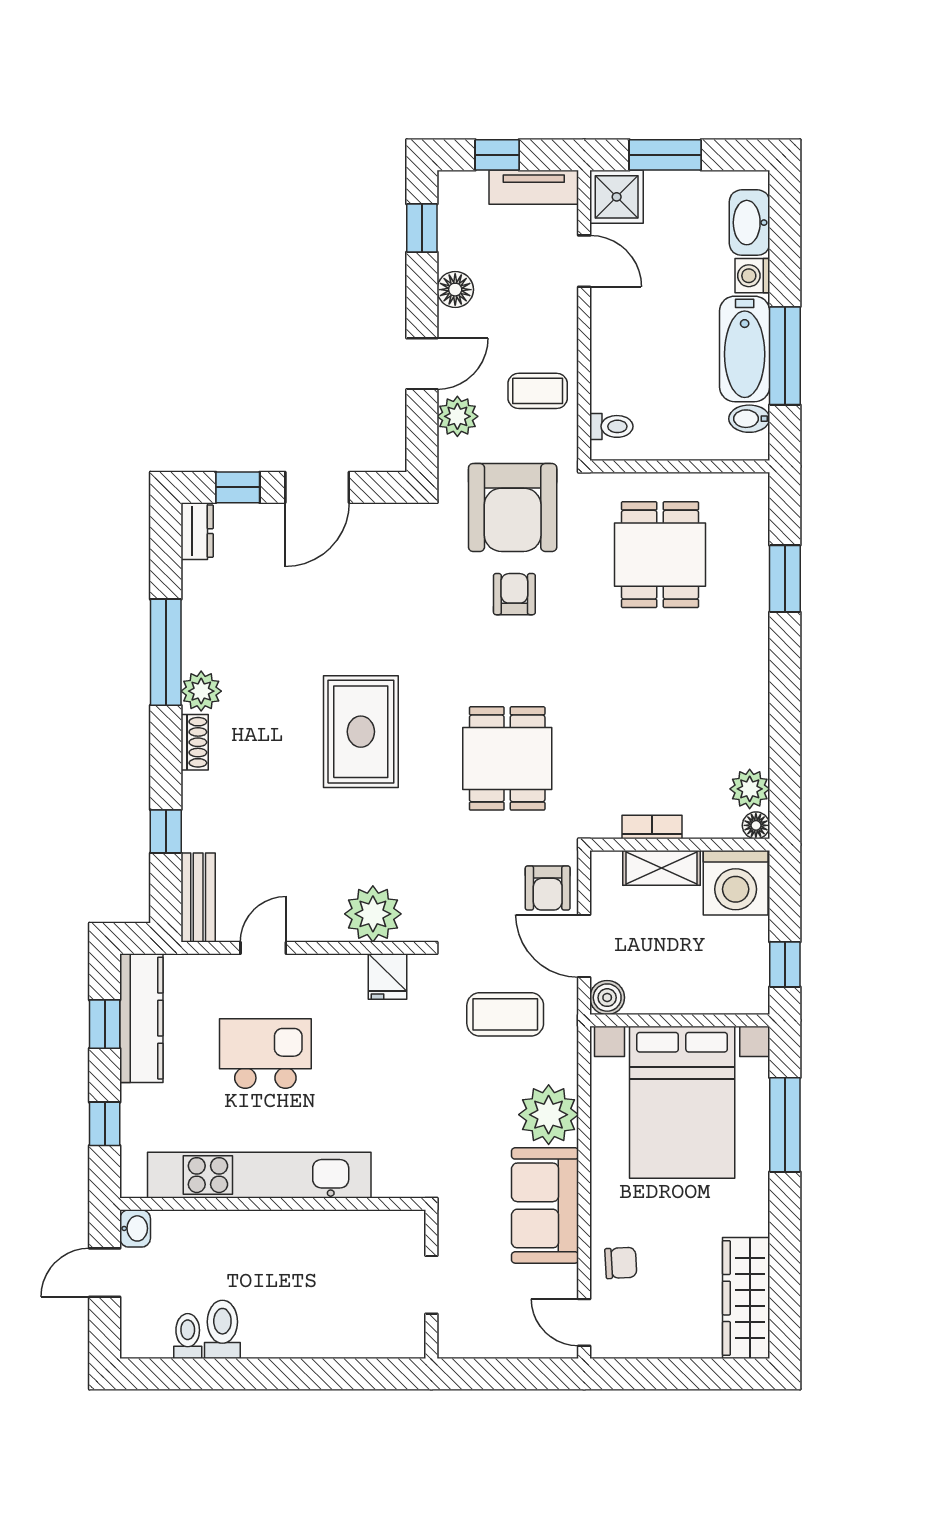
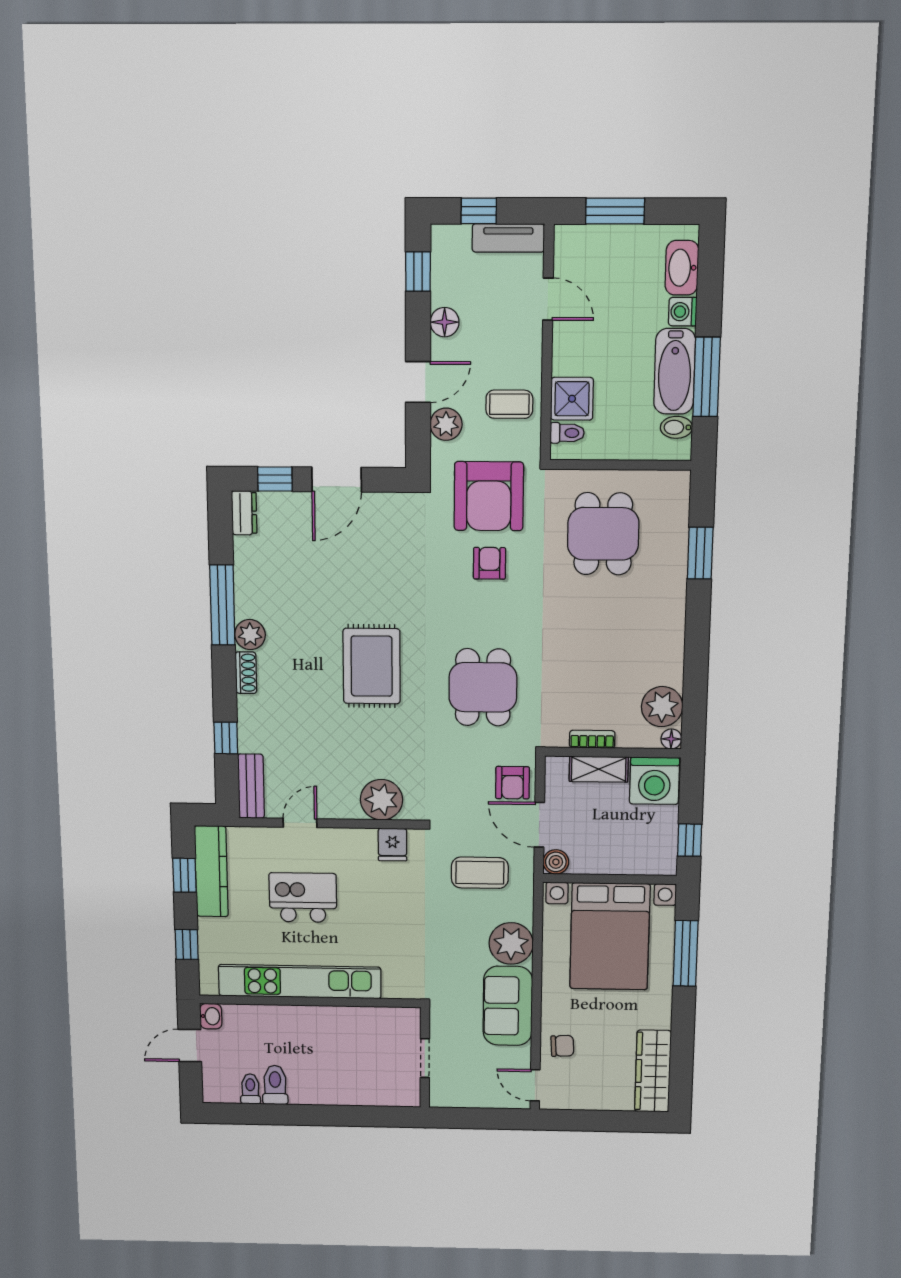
shower: (617, 197) -> (572, 399), moved
plant: (750, 789) -> (662, 707), width x1.36, depth x1.36

